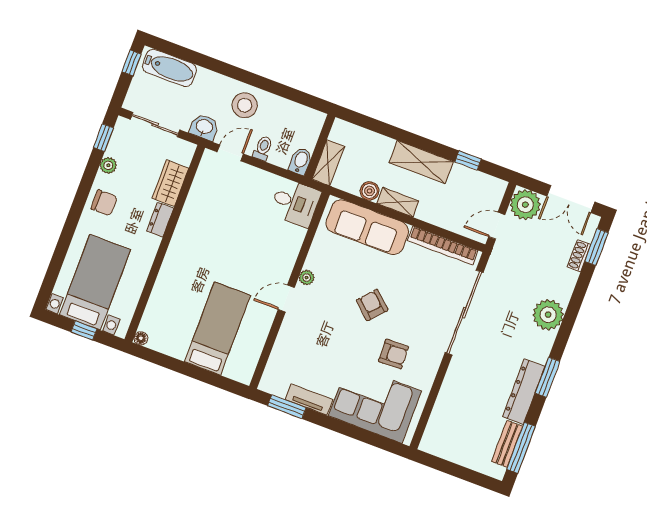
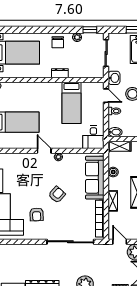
wardrobe: (170, 183) -> (80, 72), removed
shelving: (398, 202) -> (113, 201), moved
bed: (220, 219) -> (72, 103), added

